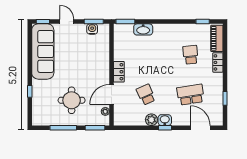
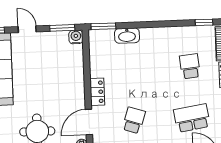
water cooler: (92, 29) -> (76, 37), moved
school desk: (146, 95) -> (134, 120), turned 42

